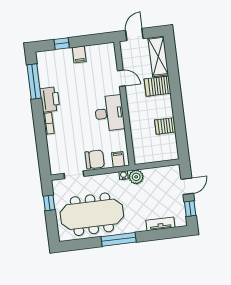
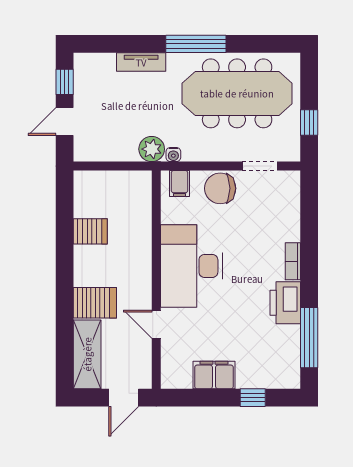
filing cabinet: (79, 54) -> (214, 375), width x2.00
desk: (109, 113) -> (192, 266), width x1.36, depth x1.30
tv unit: (160, 224) -> (141, 62), moved

